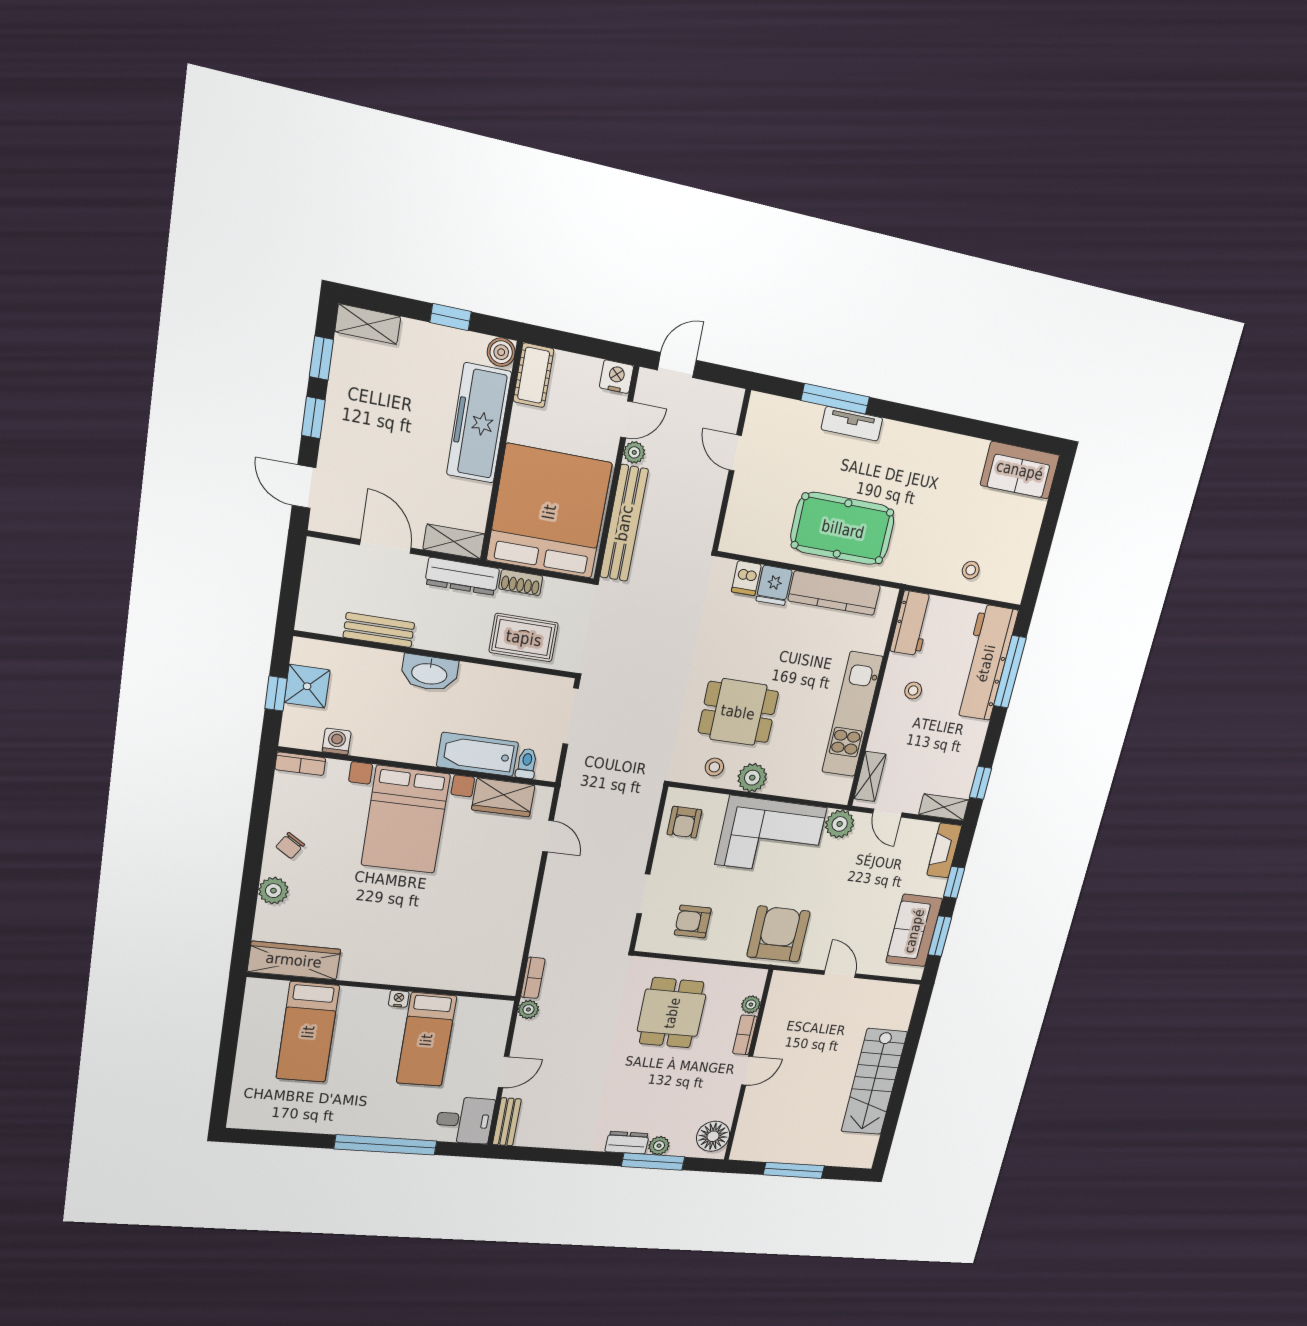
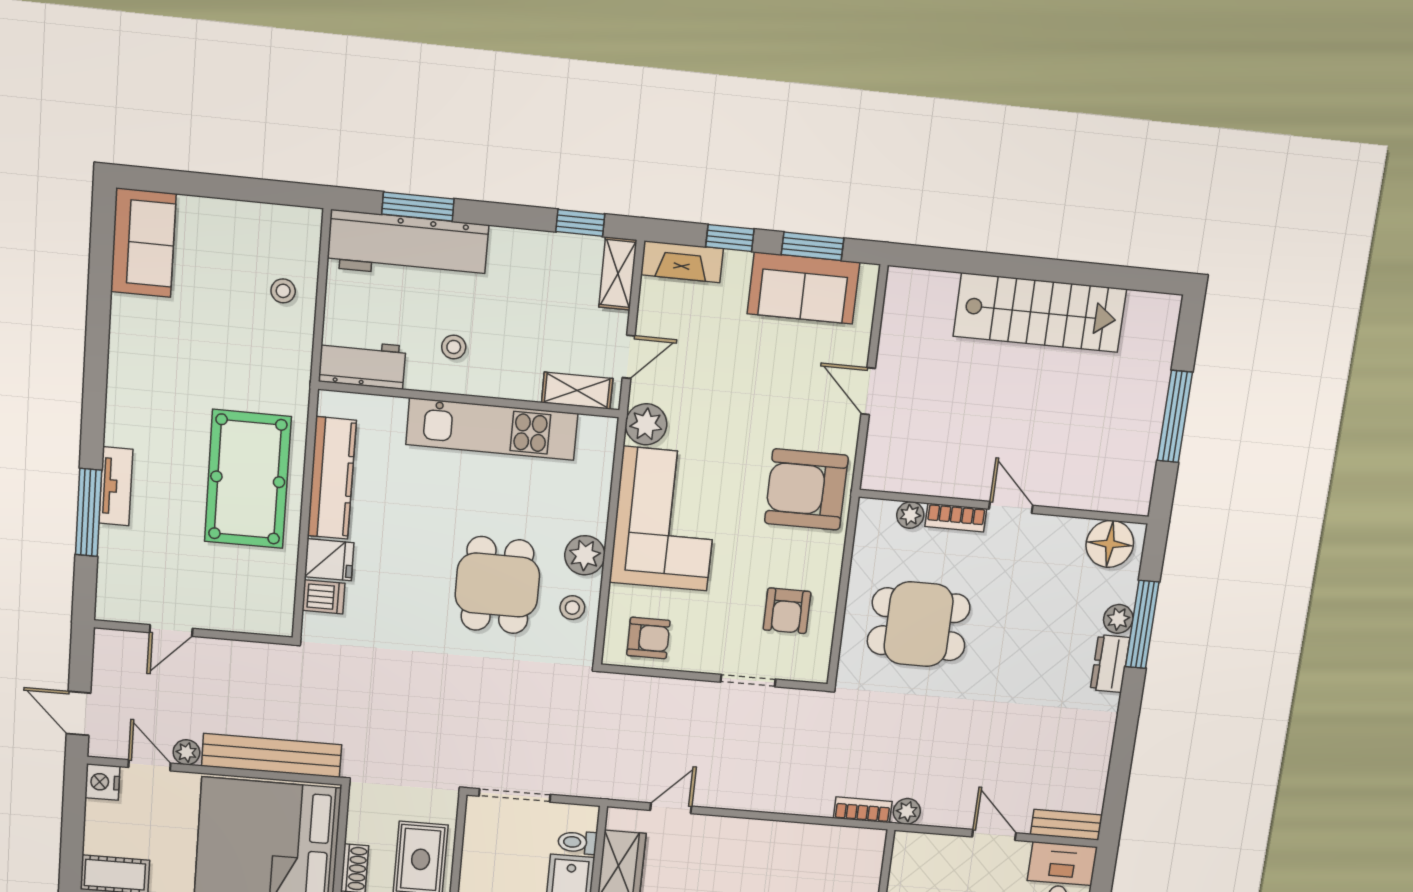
window: (1010, 672) -> (418, 207), width x0.69
door: (840, 974) -> (868, 391), hinge flipped

